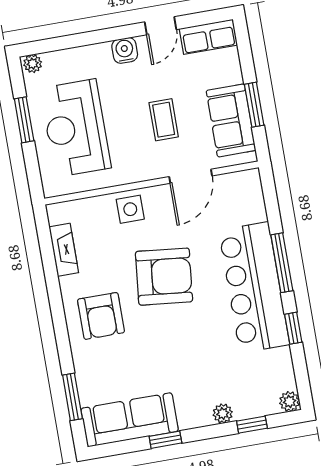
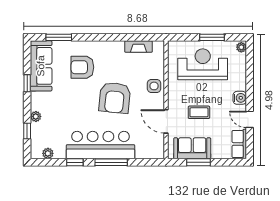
armchair: (101, 316) -> (82, 67), moved
plant: (290, 402) -> (48, 153), moved

